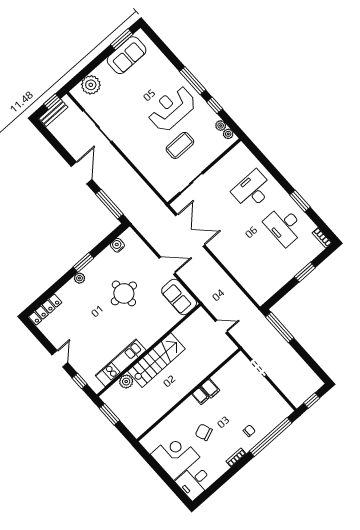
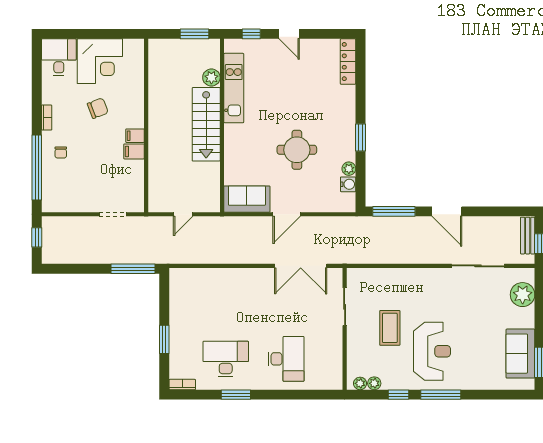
plant: (79, 278) -> (349, 169), moved

